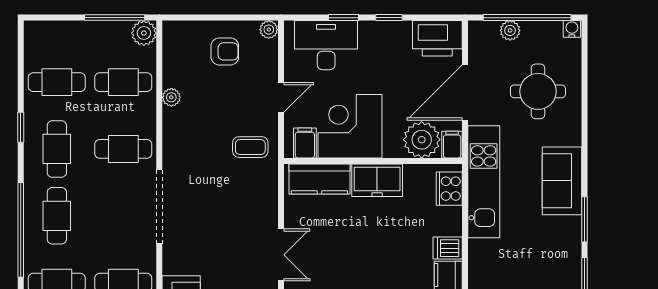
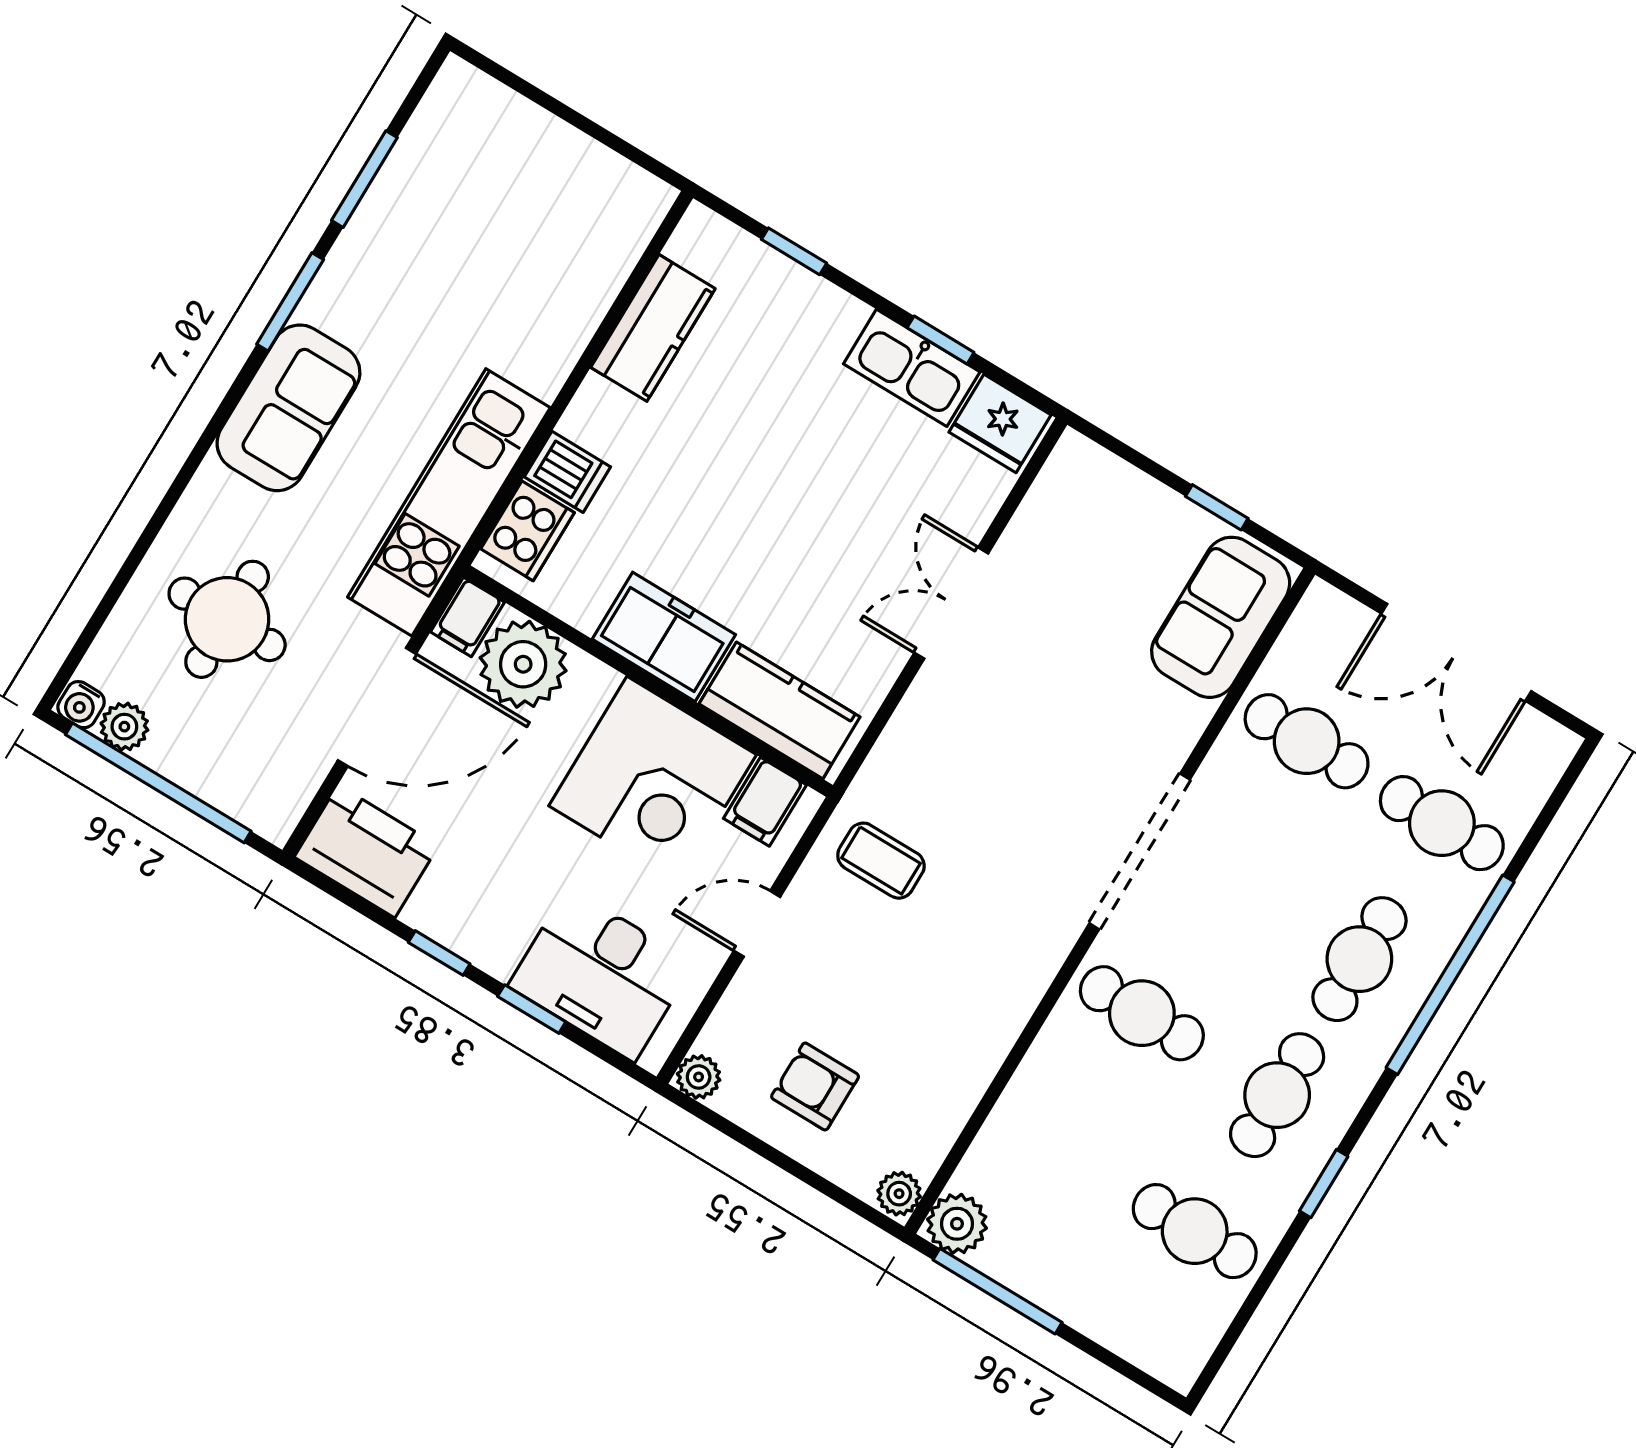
plant: (510, 30) -> (124, 727), moved
cafe table: (123, 82) -> (1059, 1149), removed
plant: (171, 97) -> (899, 1194), moved
dishwasher: (448, 248) -> (567, 472), moved

